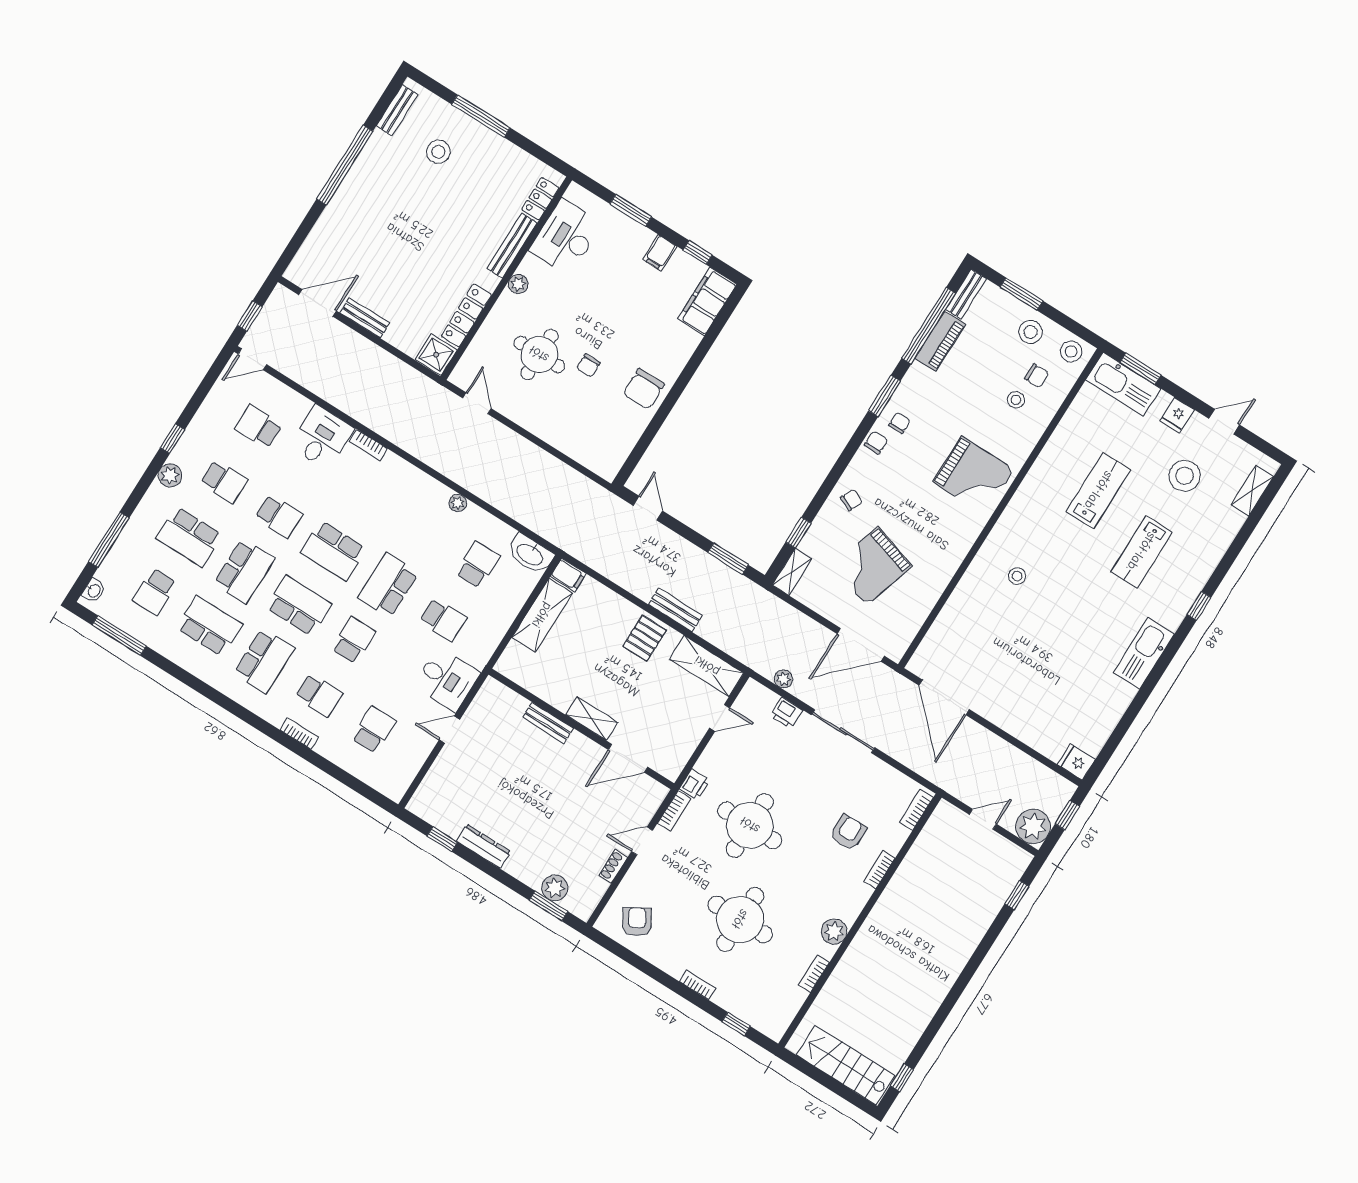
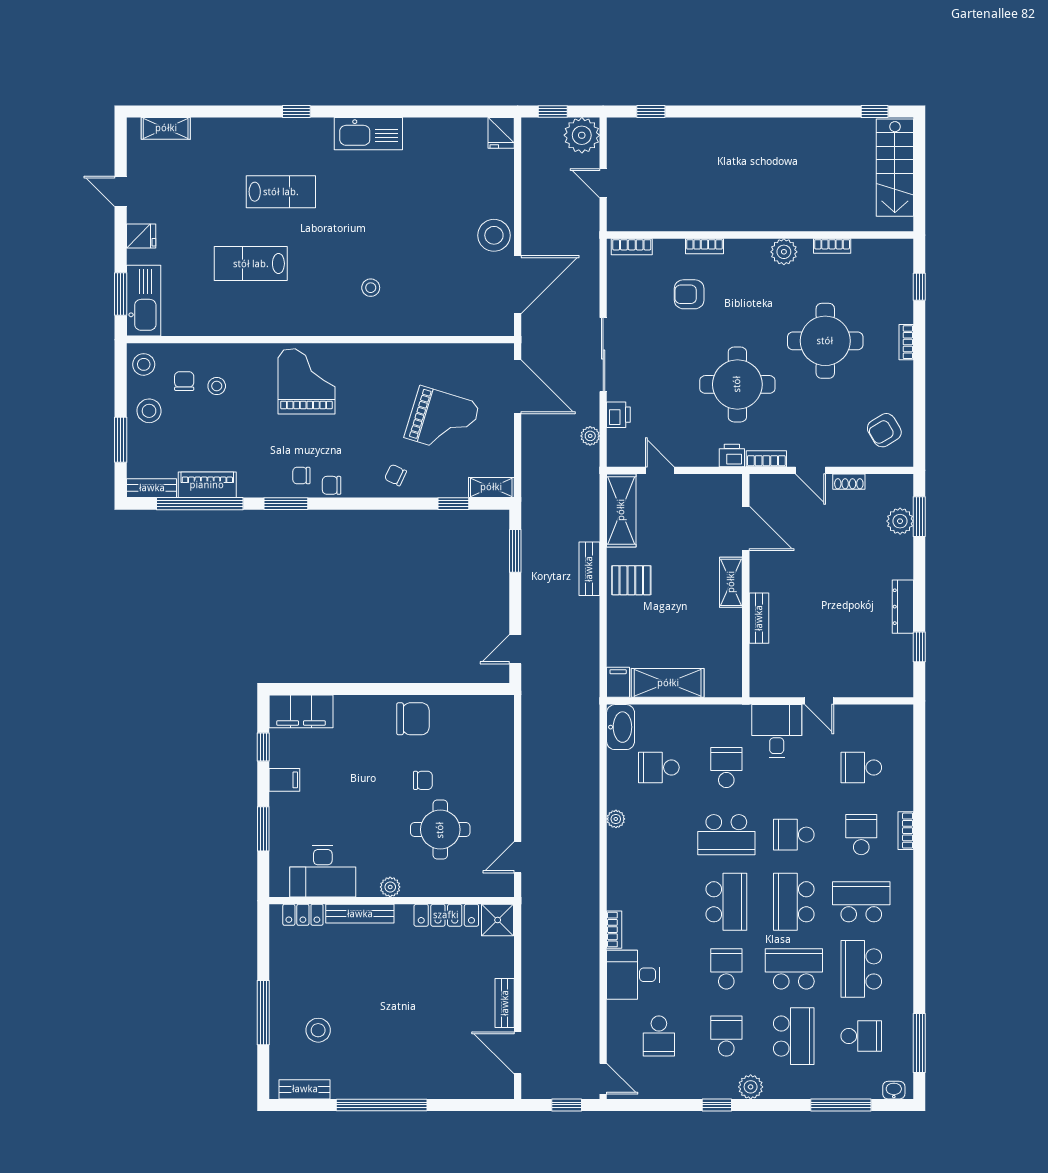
stool: (1185, 476) -> (494, 235), moved

